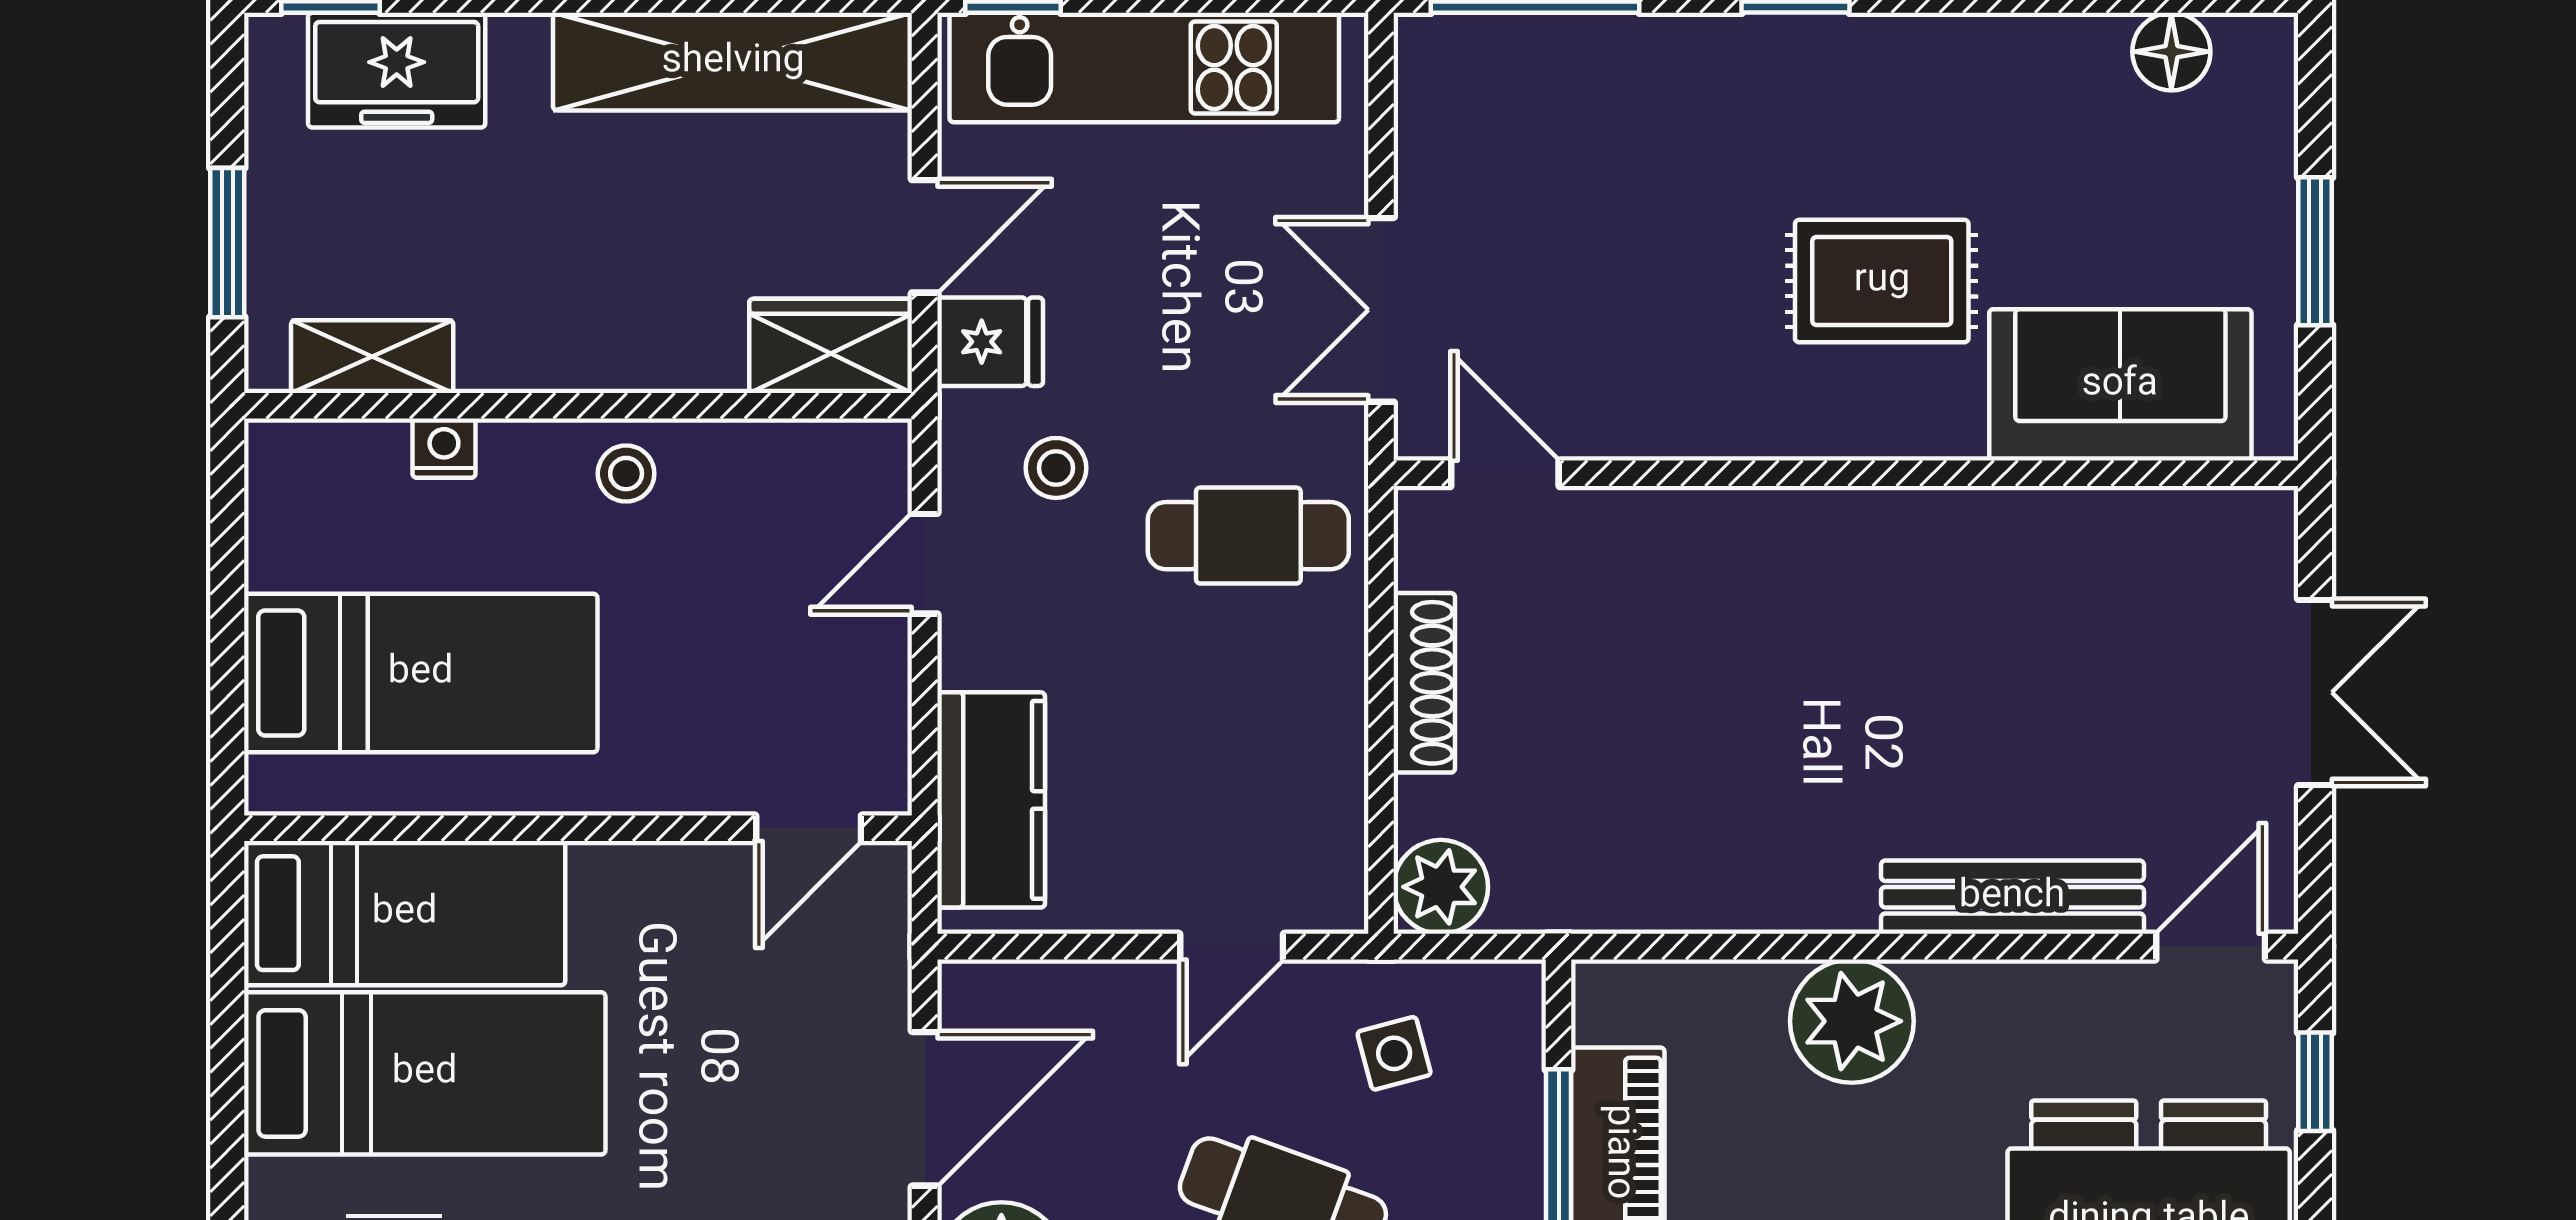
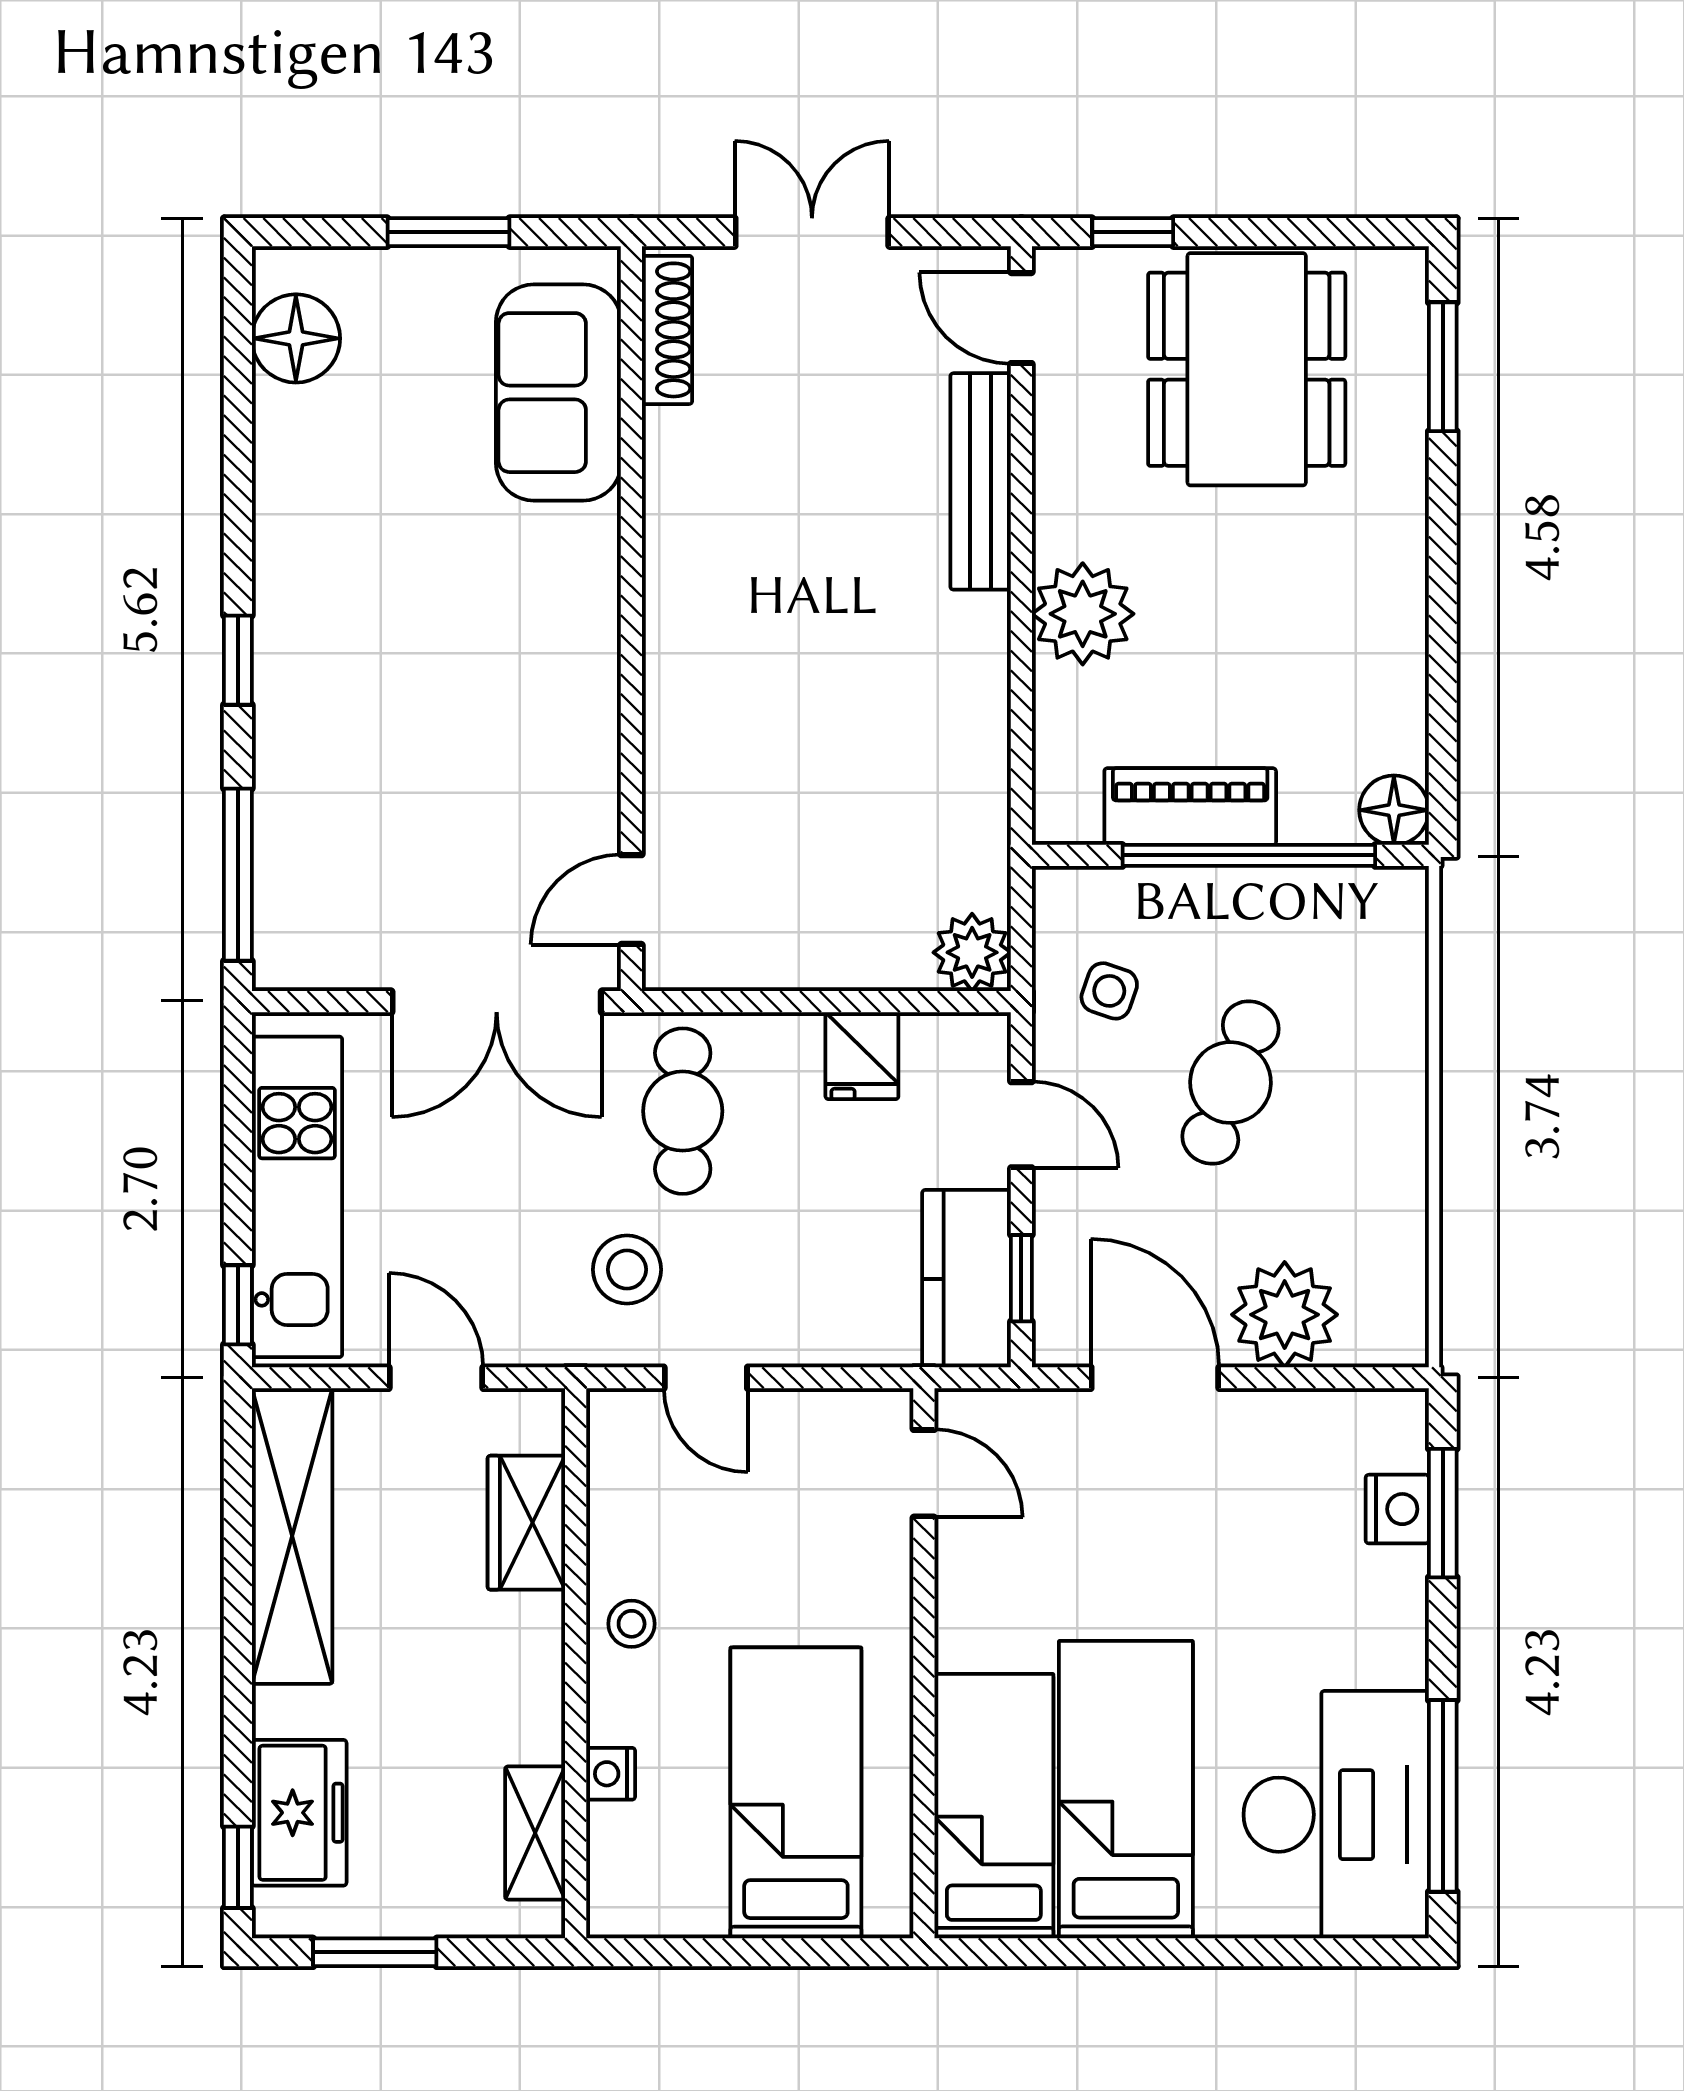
floor lamp: (2171, 52) -> (296, 338), width x1.38, depth x1.38
window: (227, 243) -> (375, 1952), moved
rug: (1882, 281) -> (473, 589), removed
double door: (1381, 310) -> (497, 1002), width x1.37
fridge: (990, 342) -> (862, 1056), moved, turned 180
wardrobe: (831, 346) -> (526, 1523), moved
stool: (1056, 468) -> (627, 1270), width x1.37, depth x1.37
shoe rack: (1424, 683) -> (667, 330), moved, turned 90
kitchen counter: (991, 800) -> (967, 1279), moved, turned -90
window: (1045, 947) -> (1021, 1278), added
side table: (1394, 1053) -> (1109, 991), turned 34

